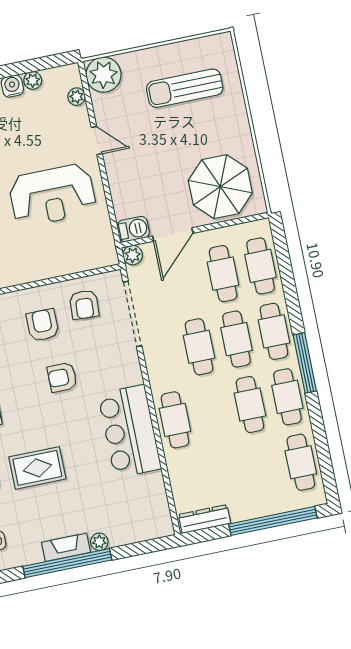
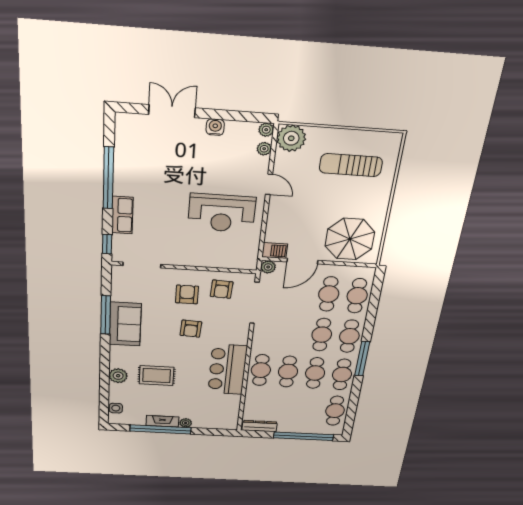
plant: (33, 80) -> (266, 130), moved
cafe table: (199, 347) -> (288, 372), moved
armchair: (62, 377) -> (191, 329), turned -87

